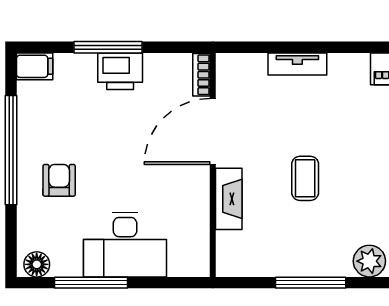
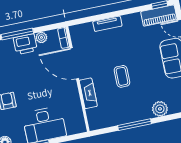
plant: (156, 64) -> (41, 37), added
door: (213, 132) -> (74, 63), hinge flipped

